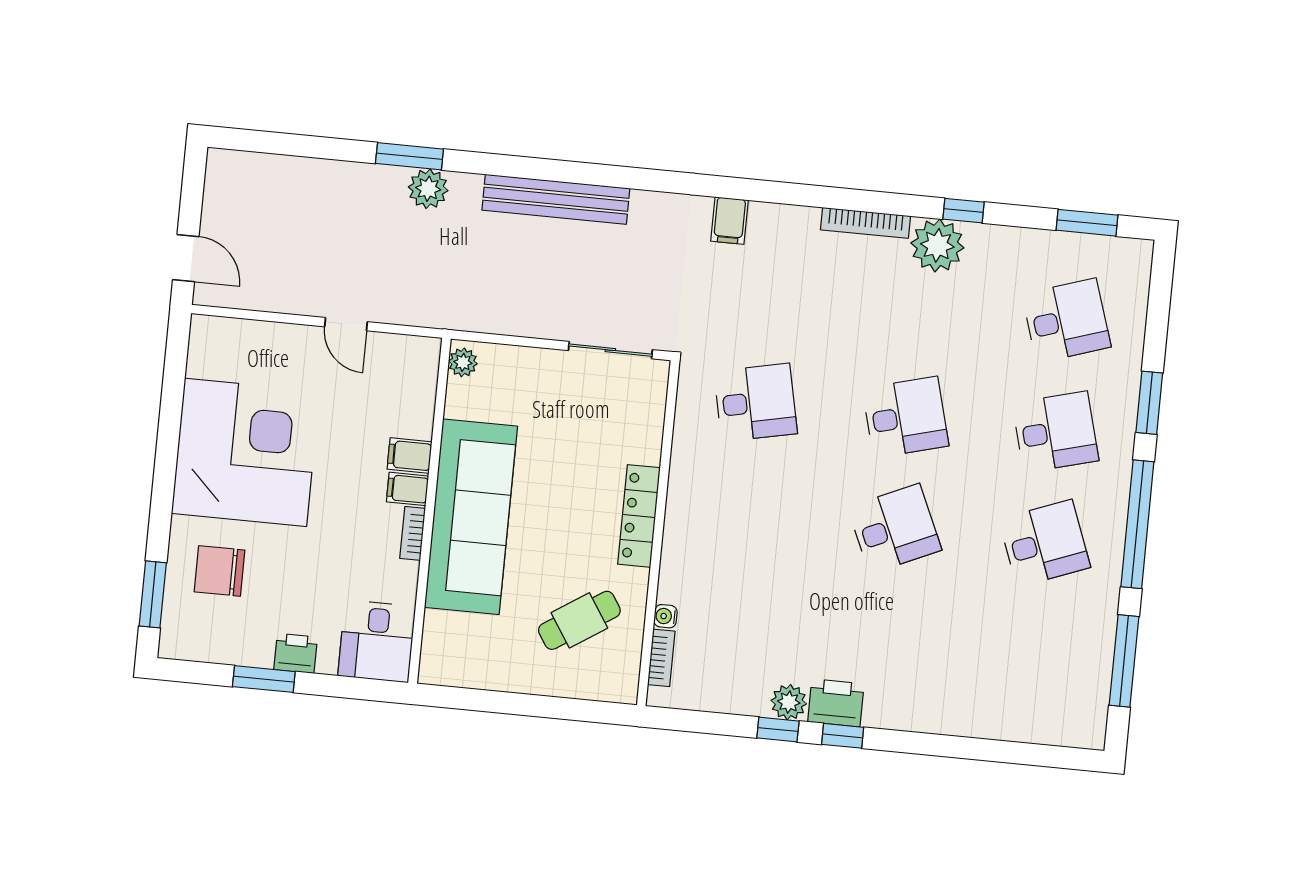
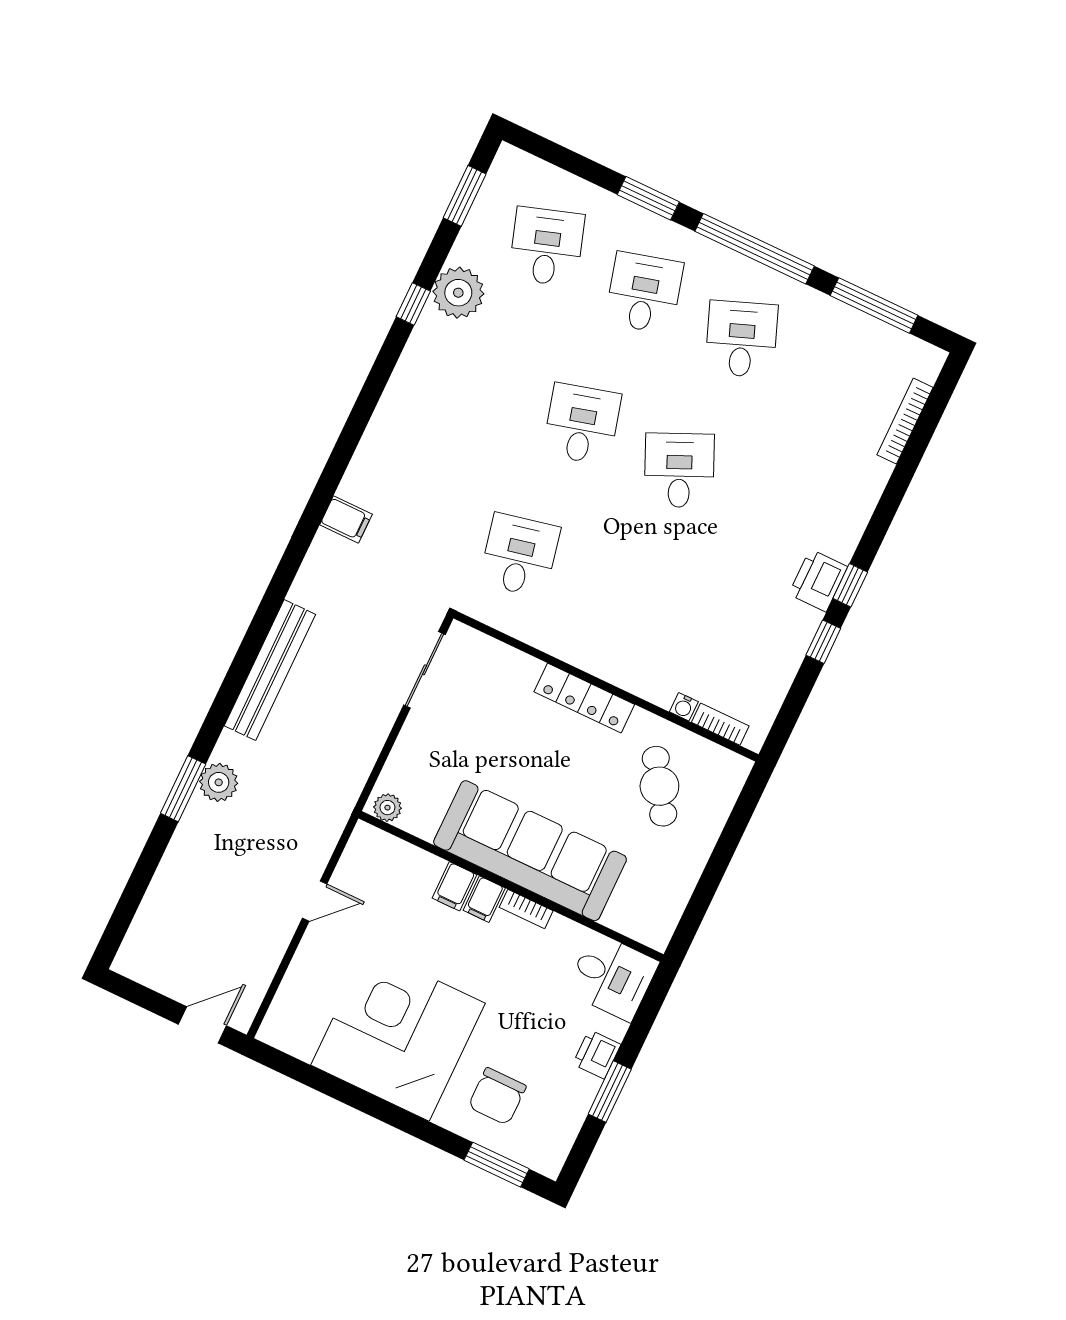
bookcase: (866, 223) -> (905, 421), moved, turned 180
plant: (937, 245) -> (458, 293), moved
plant: (789, 702) -> (802, 623), removed

